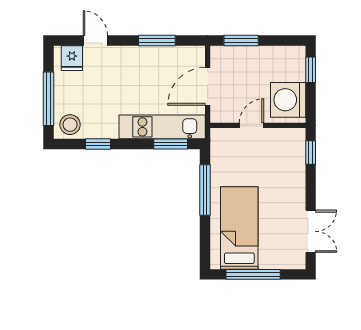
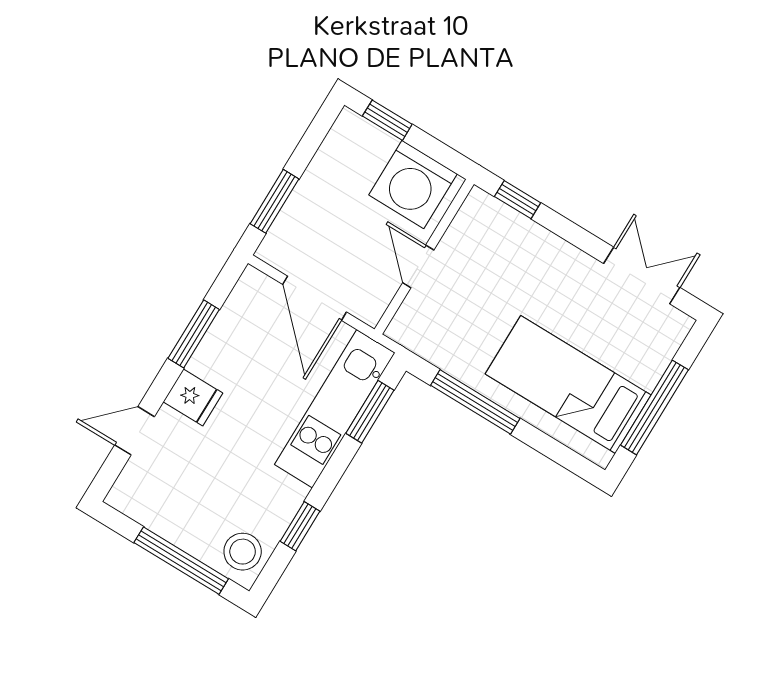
fridge: (72, 58) -> (193, 397), moved

